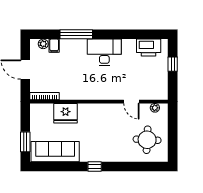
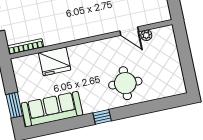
plant: (155, 108) -> (146, 35), moved
round table: (147, 140) -> (125, 83), moved

